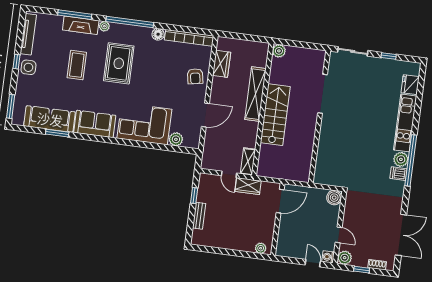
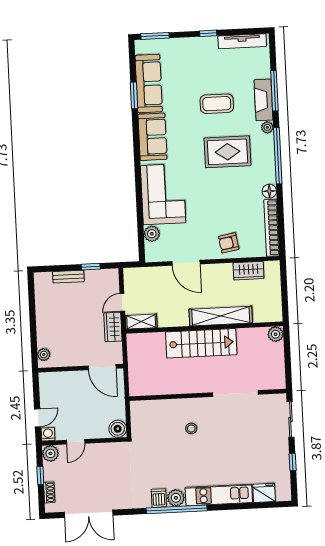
side table: (28, 67) -> (204, 48), removed
stool: (345, 136) -> (191, 428), added

